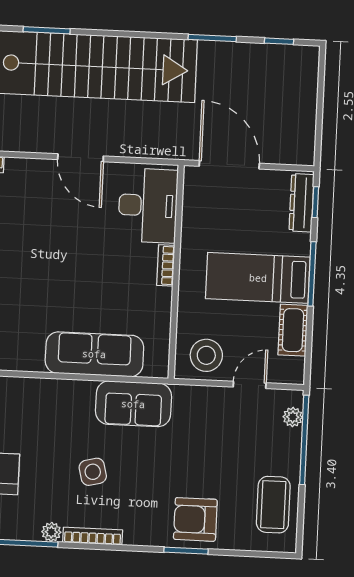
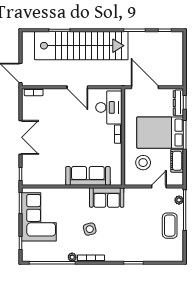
bed: (258, 278) -> (160, 133), width x1.50
stool: (206, 355) -> (143, 163), moved
coffee table: (273, 505) -> (170, 226), moved
armchair: (195, 519) -> (137, 248), removed

